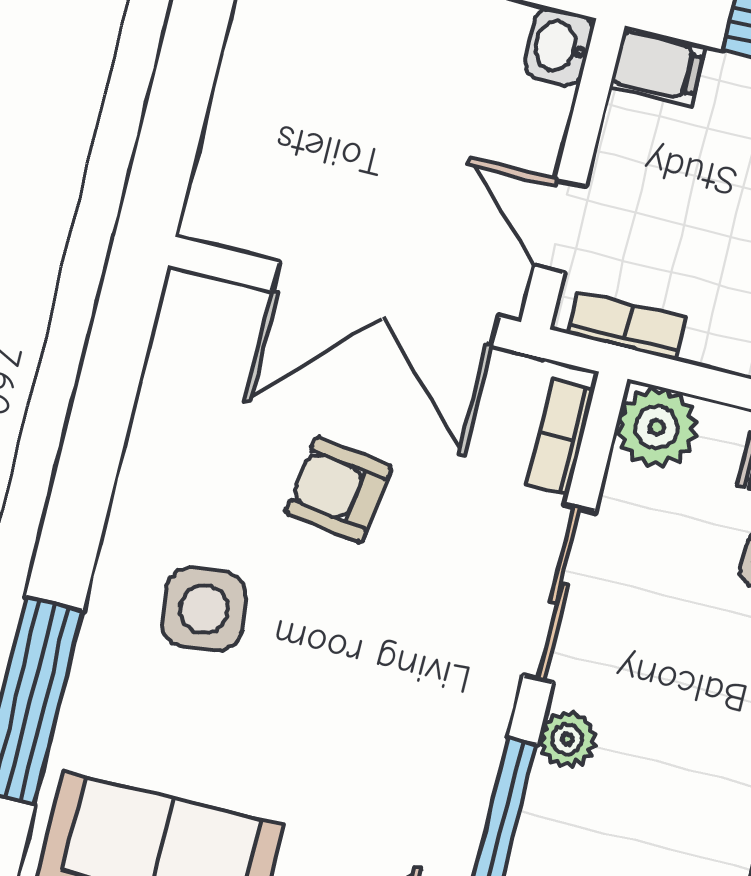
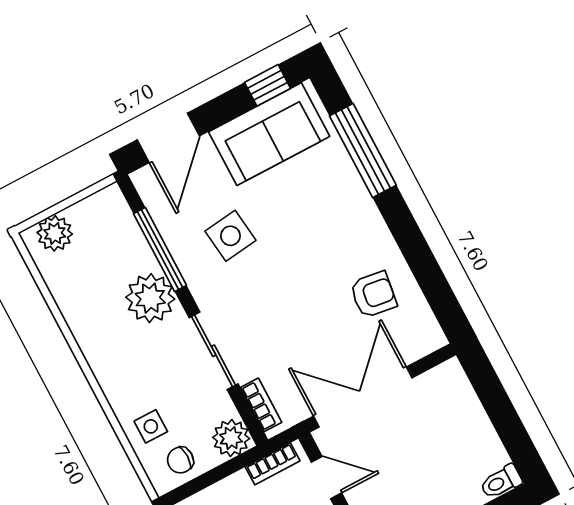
armchair: (339, 490) -> (373, 295), moved
side table: (204, 609) -> (230, 236), moved
plant: (567, 739) -> (150, 298), width x1.88, depth x1.88

